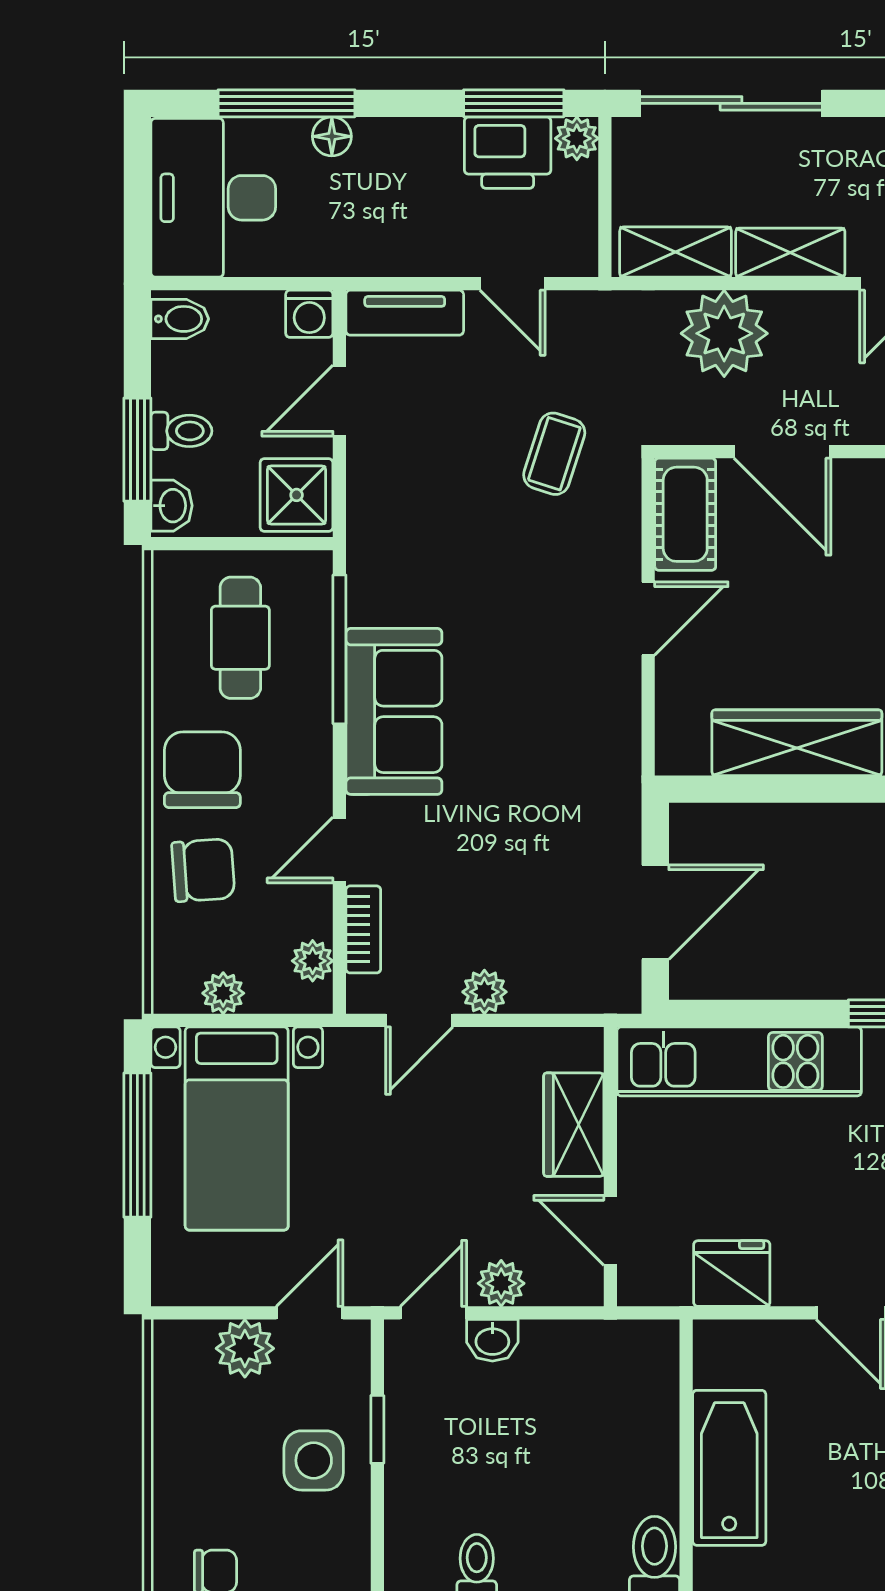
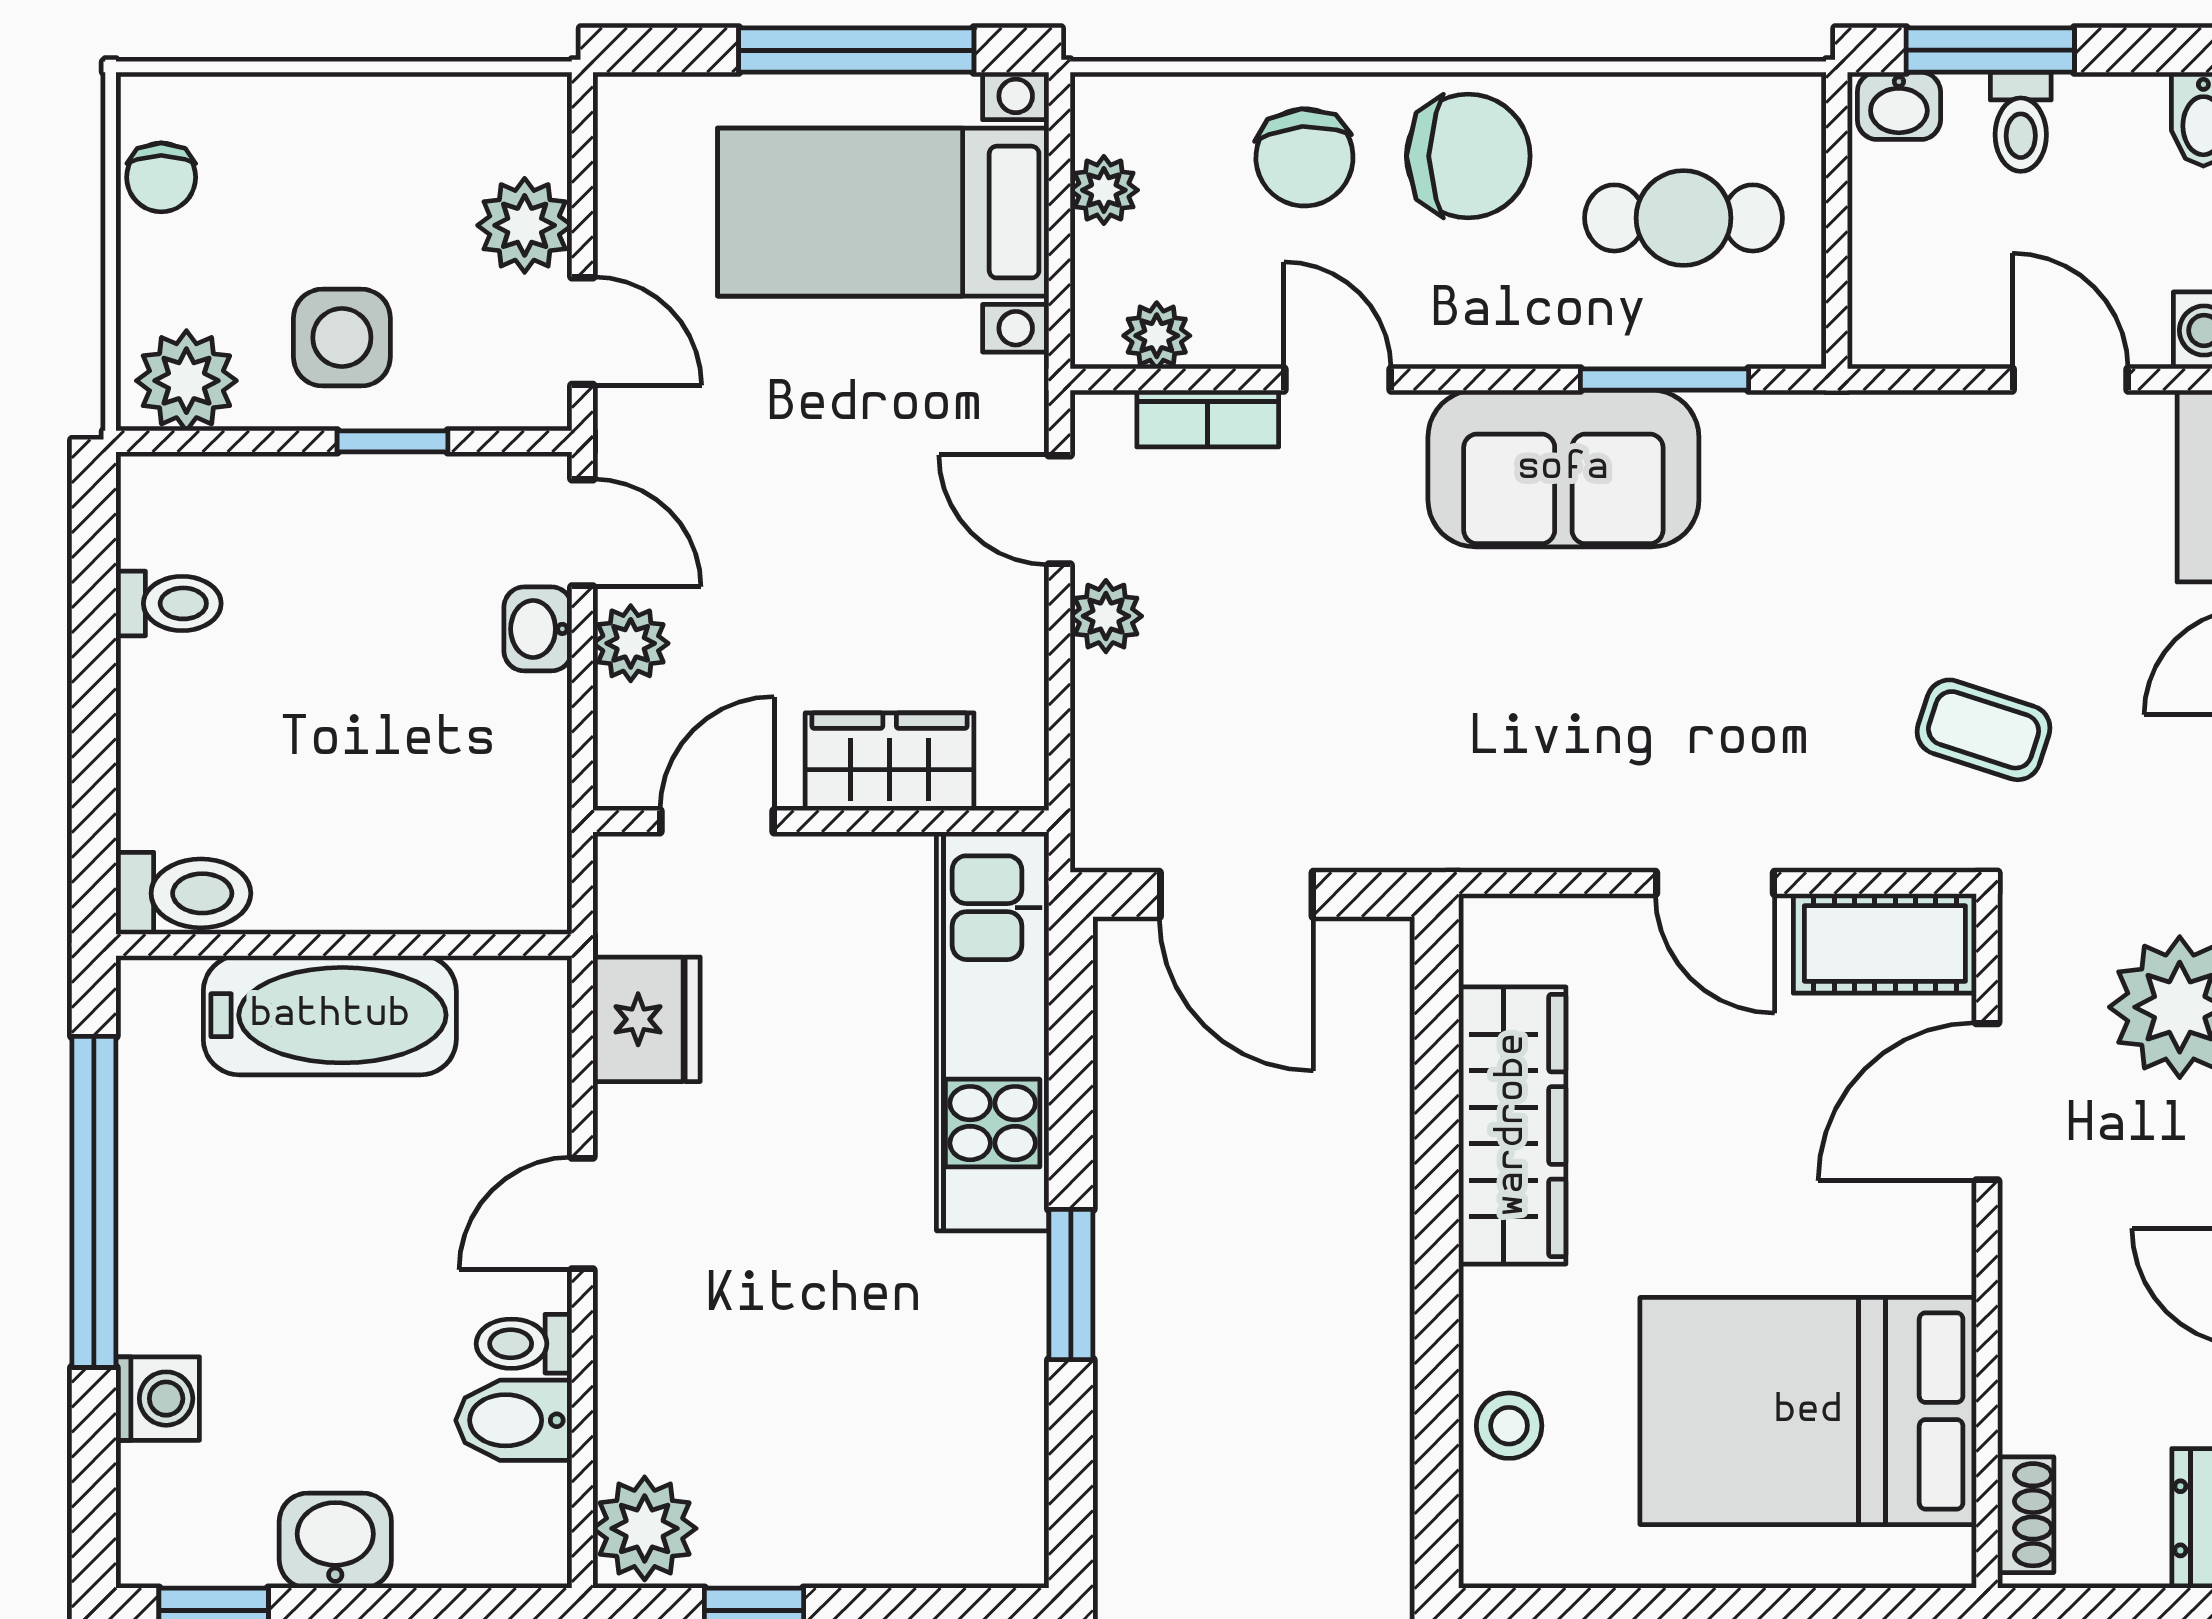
shower: (297, 495) -> (1916, 310), removed
window: (339, 649) -> (1665, 380), width x0.69
plant: (340, 1556) -> (186, 381), added

